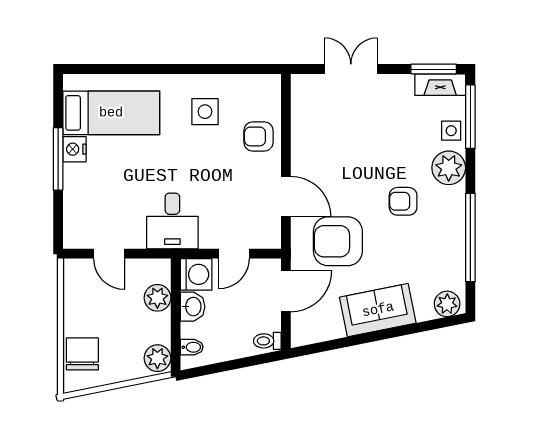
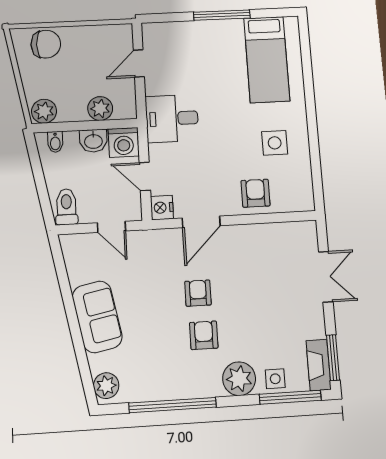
nightstand: (75, 149) -> (162, 208), moved, turned -90
armchair: (338, 241) -> (198, 293), moved, width x0.53, depth x0.53
door: (286, 291) -> (111, 227), width x0.73
toilet: (267, 341) -> (66, 207), width x1.37, depth x1.39

